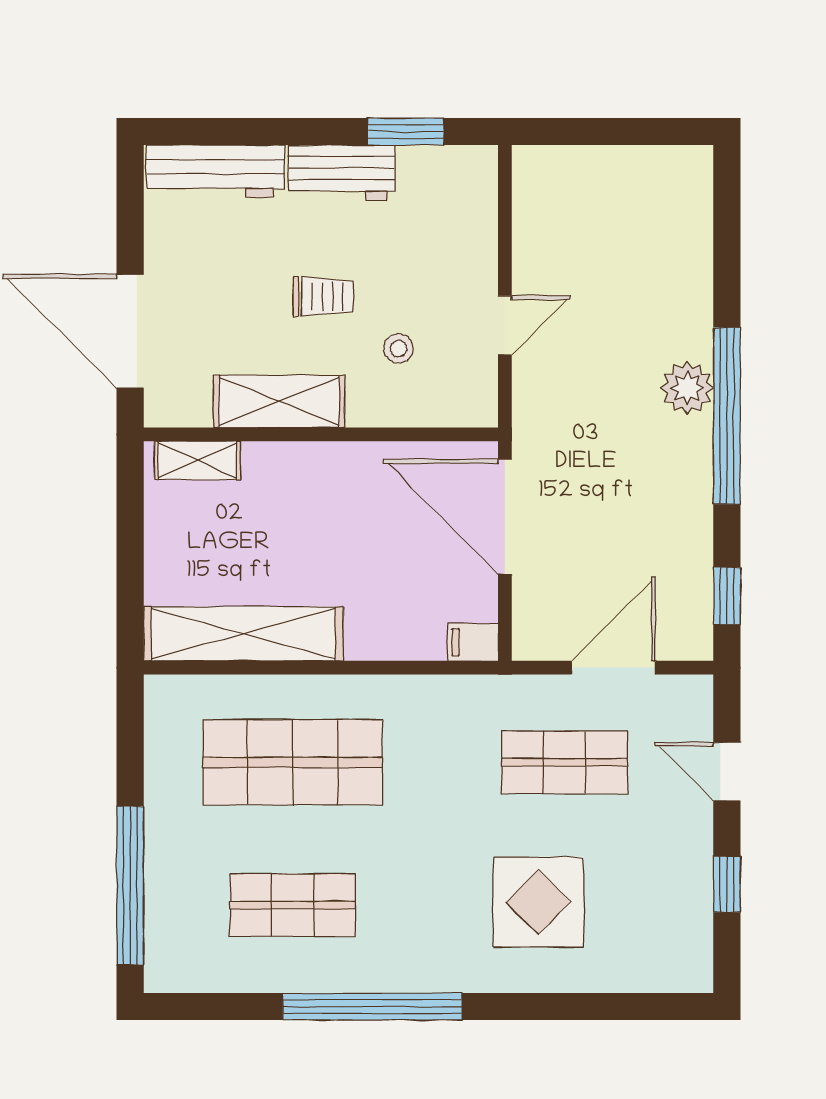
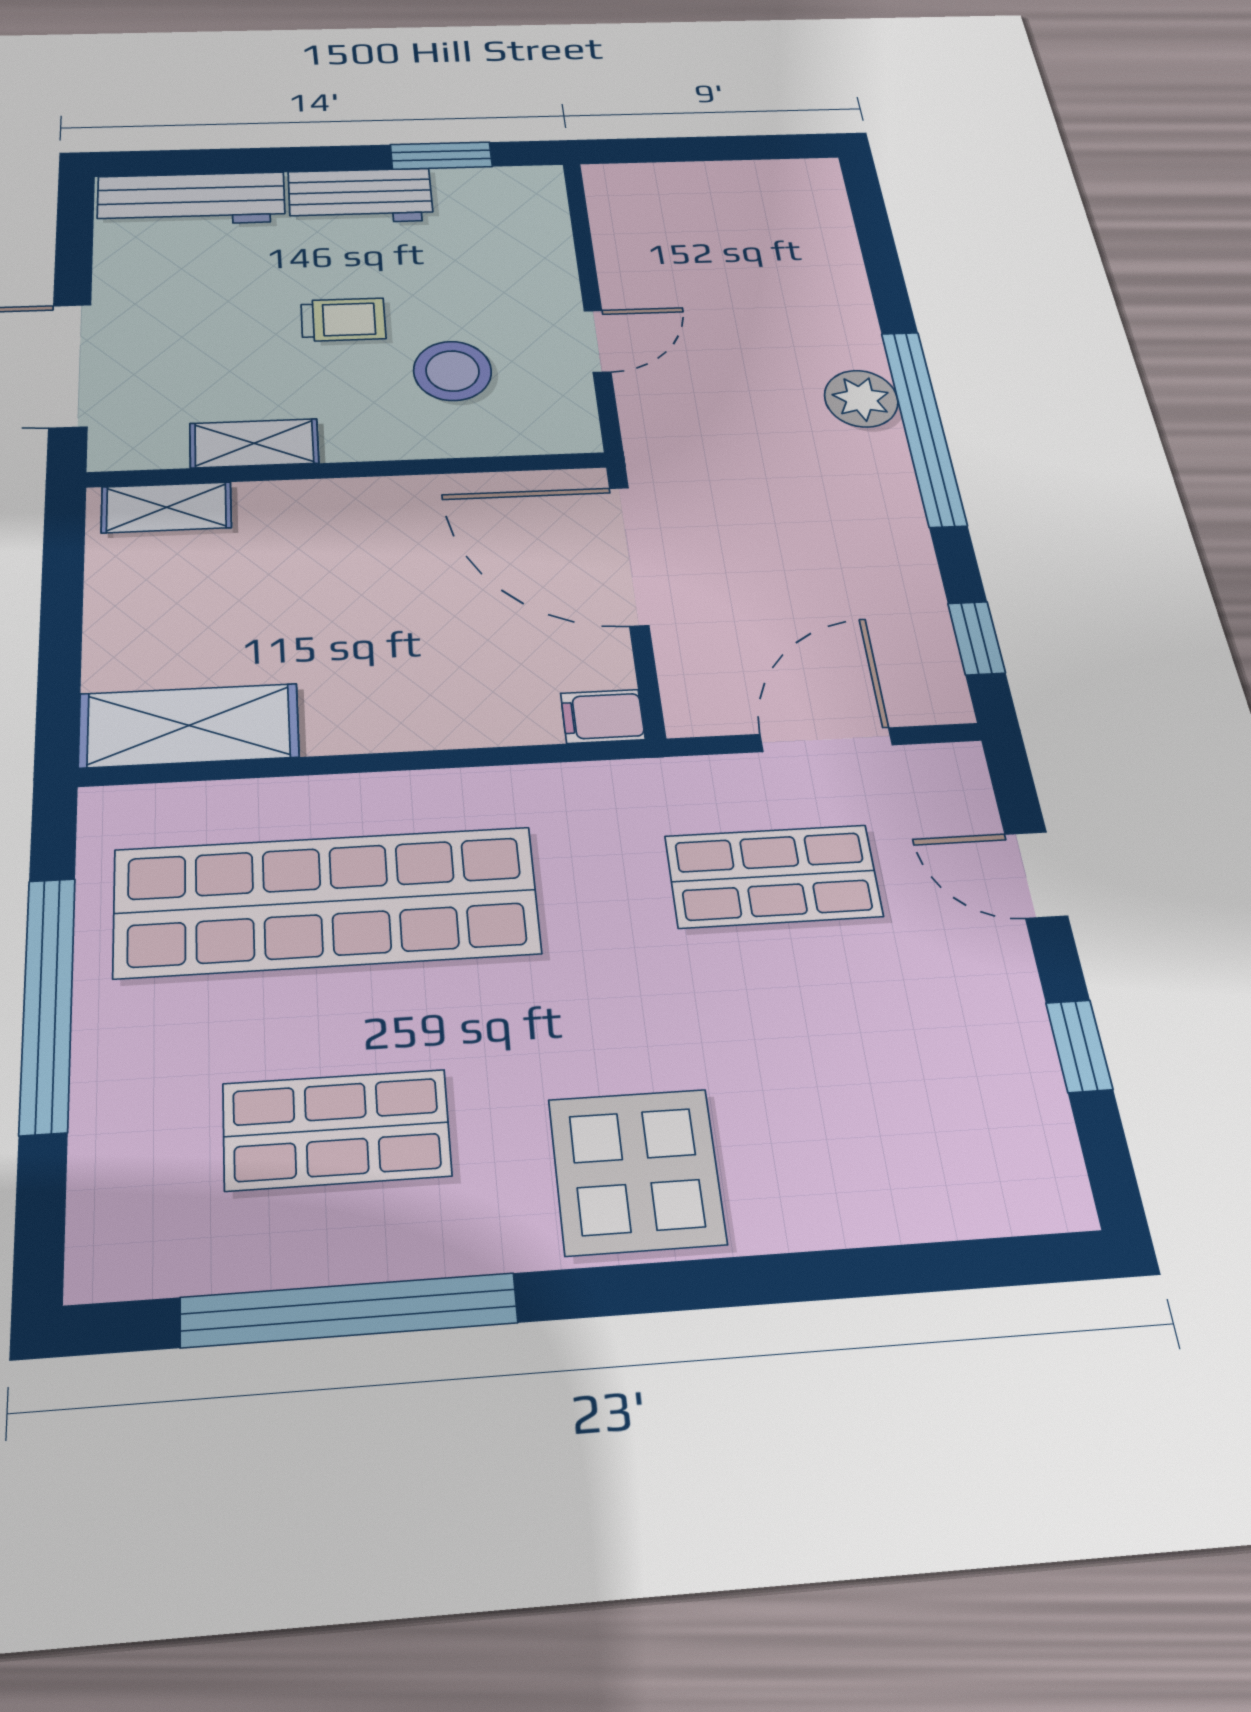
stool: (398, 349) -> (452, 371), width x1.89, depth x1.89
shelving: (279, 401) -> (254, 443), width x0.67, depth x0.75
shelving: (243, 634) -> (189, 725), width x0.68
shop shelf: (293, 762) -> (326, 901), width x1.40
window: (130, 885) -> (48, 1003), moved
display table: (538, 902) -> (637, 1171), moved
window: (372, 1006) -> (349, 1310), moved

